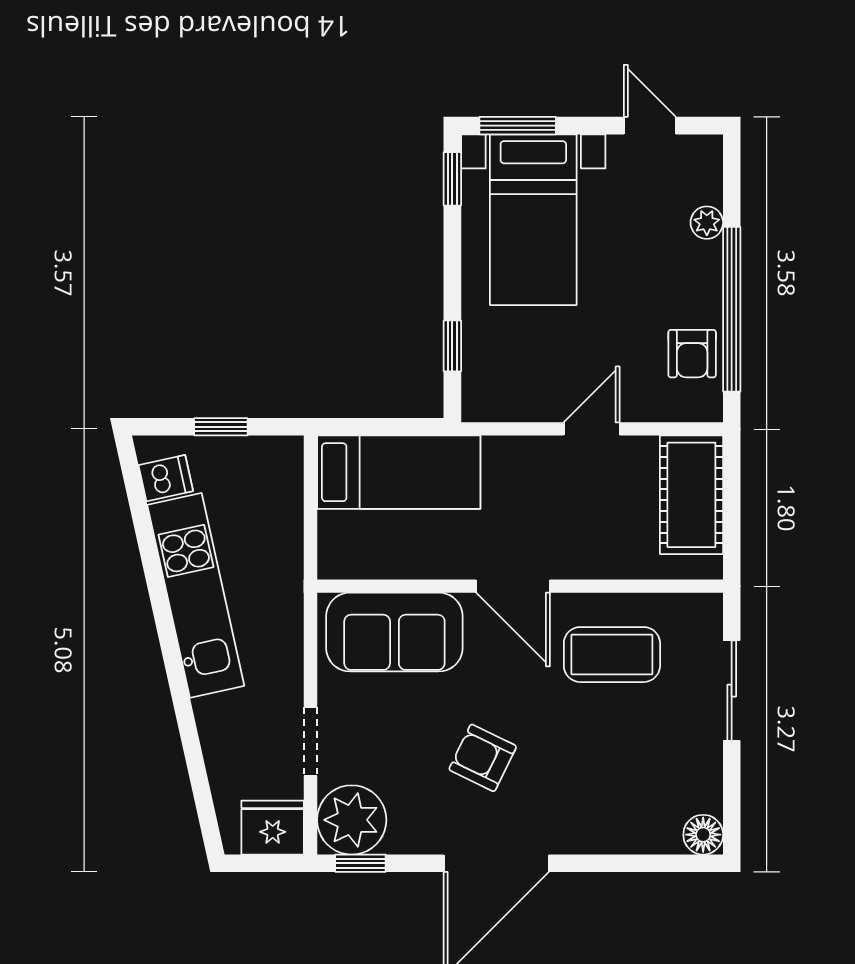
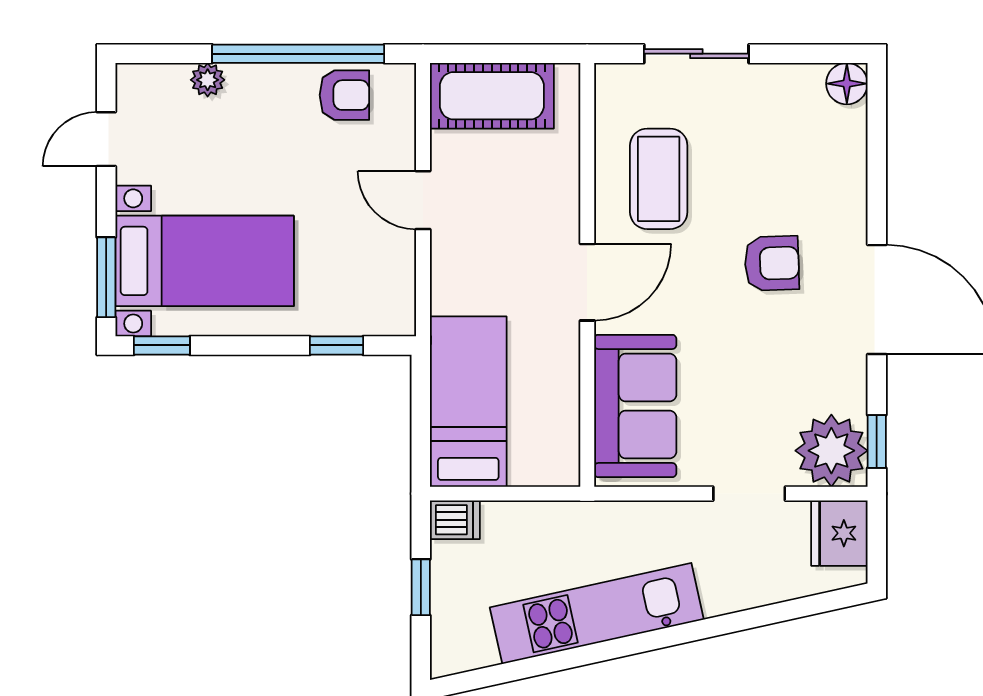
dishwasher: (166, 478) -> (455, 520), moved, turned 102
armchair: (483, 758) -> (772, 263), moved, turned -118

